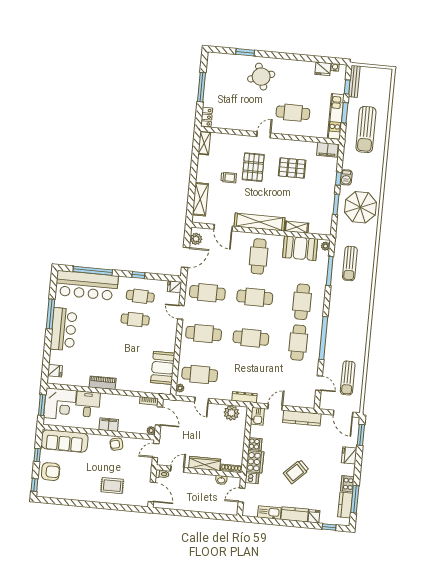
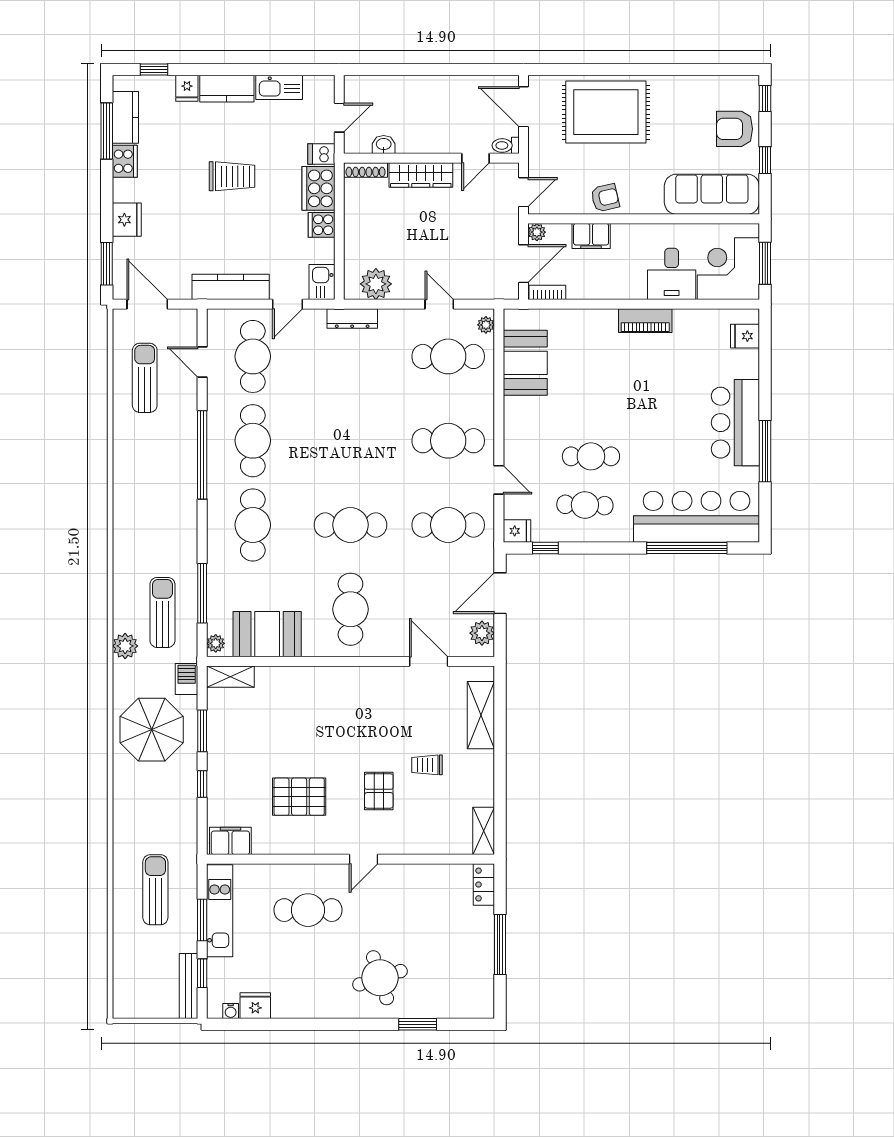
sun lounger: (366, 130) -> (155, 890), width x0.73, depth x0.75
pallet: (253, 167) -> (379, 791), width x0.67, depth x0.71
barbecue: (346, 177) -> (187, 679), moved
shelving: (259, 222) -> (355, 680), removed
shelving: (297, 227) -> (230, 677), moved
plant: (369, 249) -> (125, 646), added
window: (138, 275) -> (545, 548), moved
cafe table: (251, 338) -> (253, 356), moved, turned 90
door: (159, 416) -> (523, 264), swing flipped
filing cabinet: (109, 425) -> (591, 236), moved
trolley: (296, 472) -> (232, 176), turned 44
rug: (112, 486) -> (606, 112), width x1.86, depth x2.06

